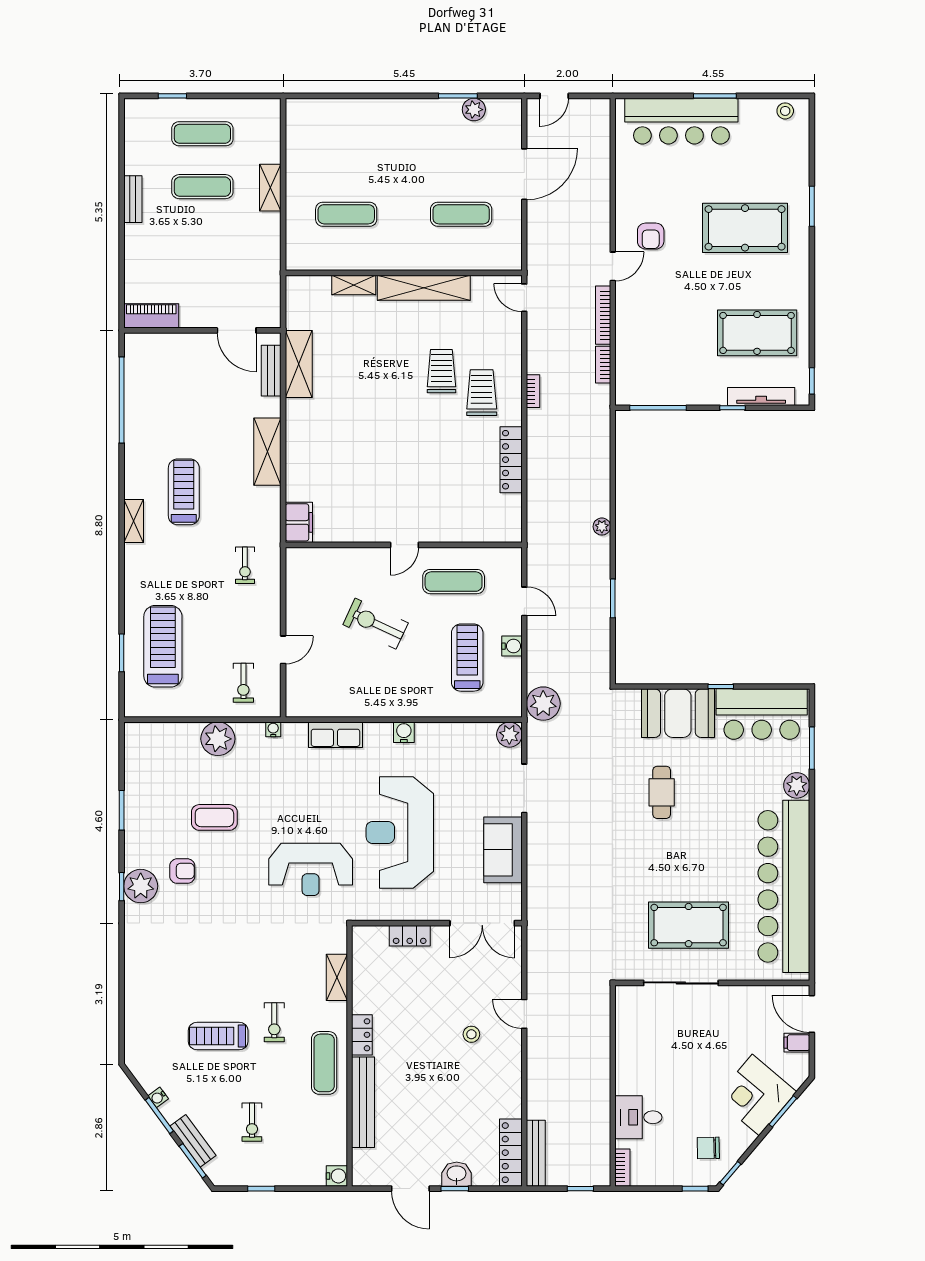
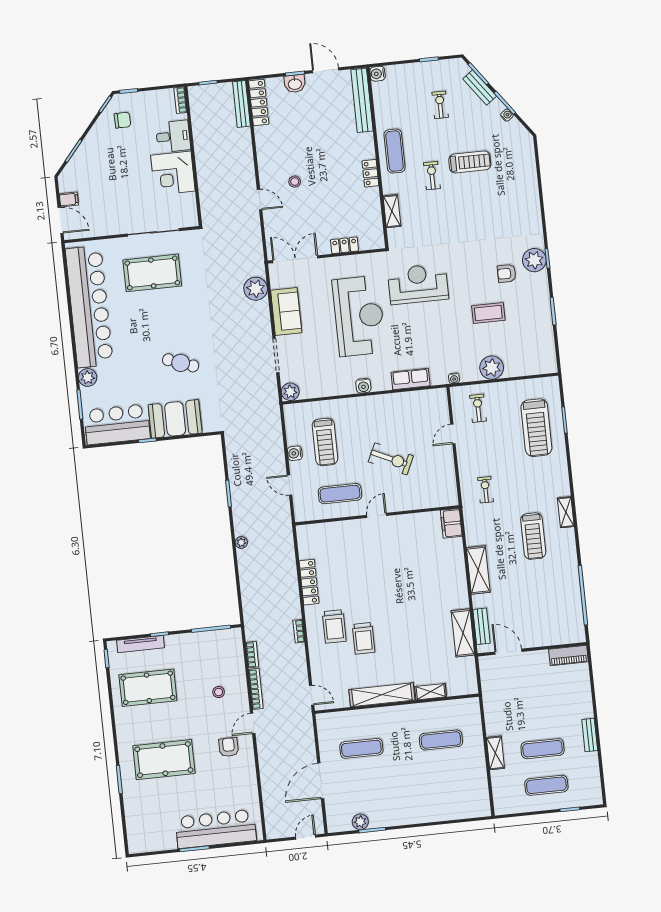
stool: (785, 111) -> (219, 692), moved
plant: (543, 704) -> (256, 289), moved
cafe table: (662, 792) -> (181, 363), turned -70
corner desk: (756, 1095) -> (173, 173), moved, turned 140
bench: (363, 1102) -> (362, 100), moved

